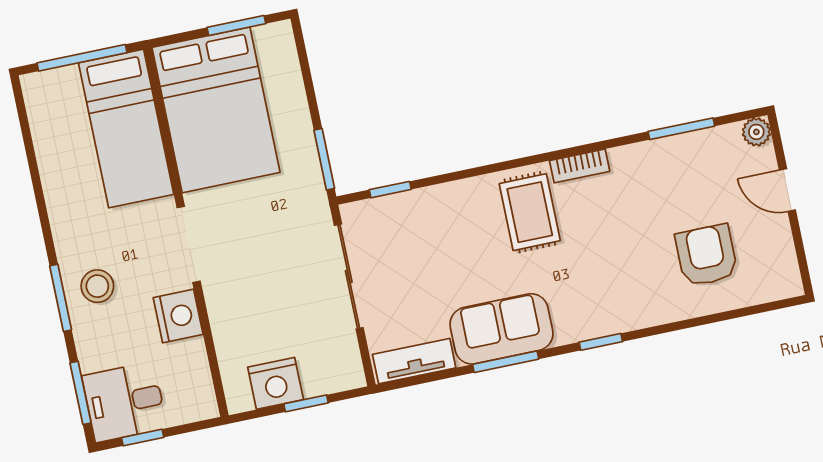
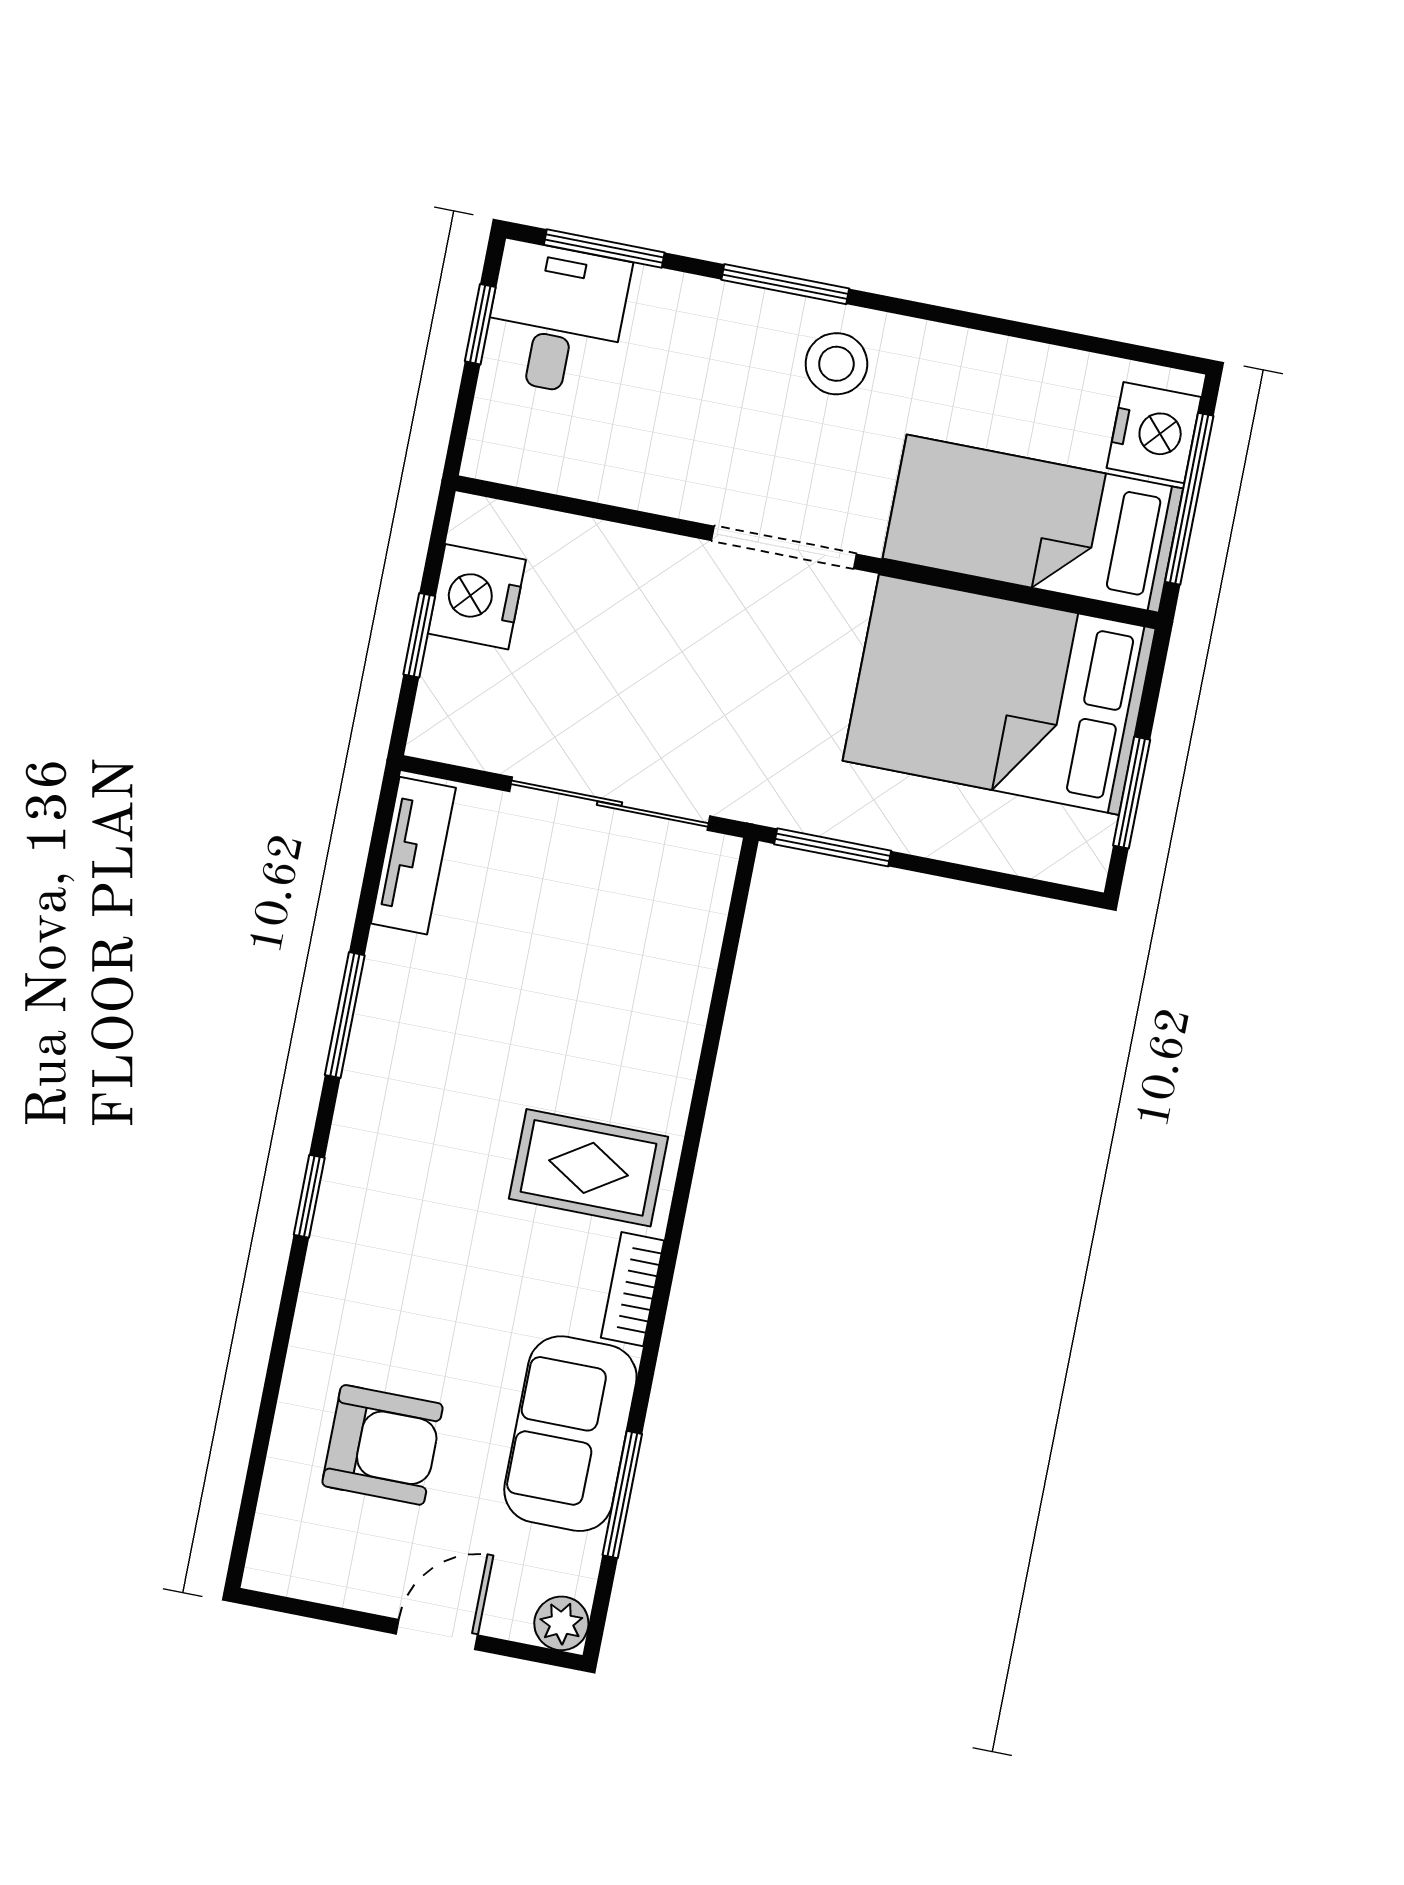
window: (390, 190) -> (731, 940), removed
stool: (97, 286) -> (836, 364), moved
nightstand: (178, 316) -> (1154, 433), moved, turned -90
sofa: (501, 329) -> (570, 1434), moved, turned 180

